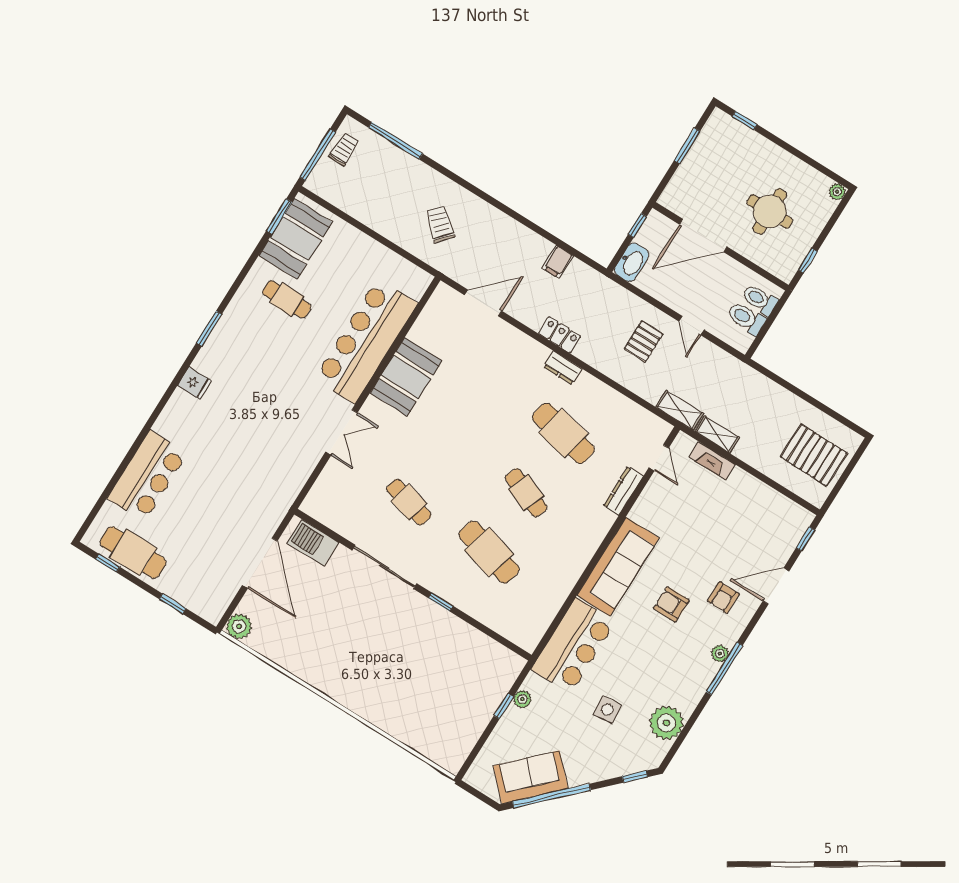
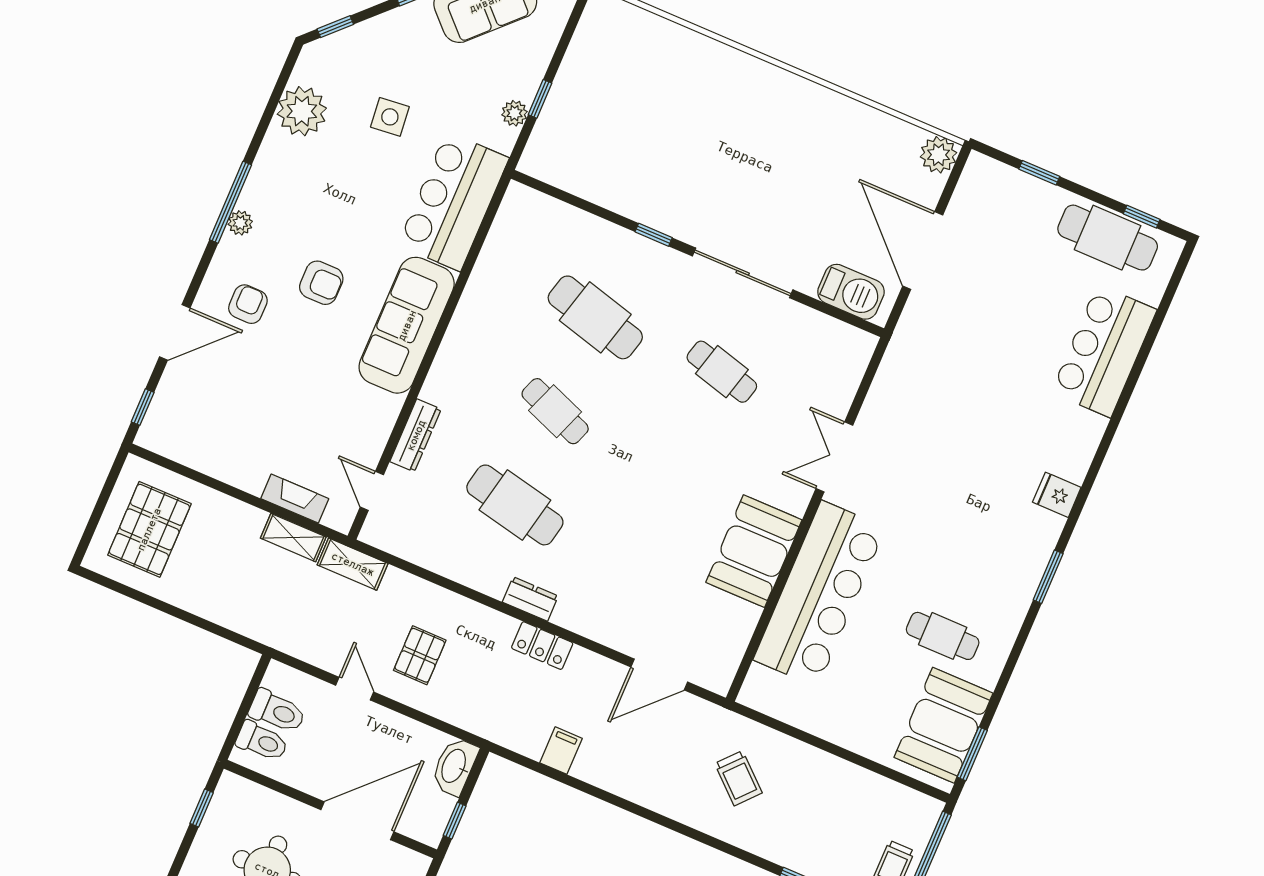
pallet: (814, 455) -> (149, 529), turned 90

